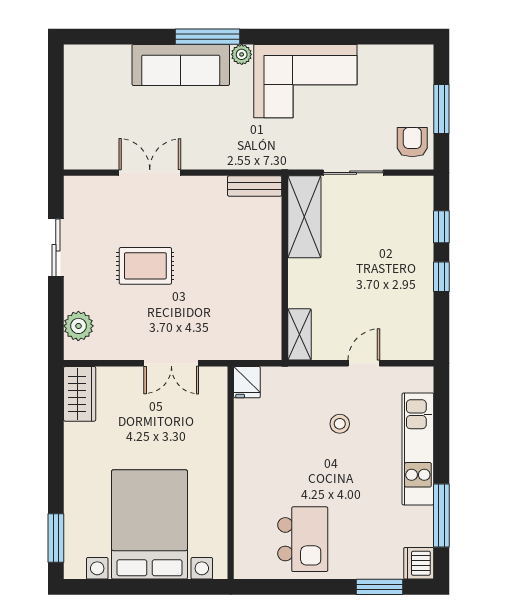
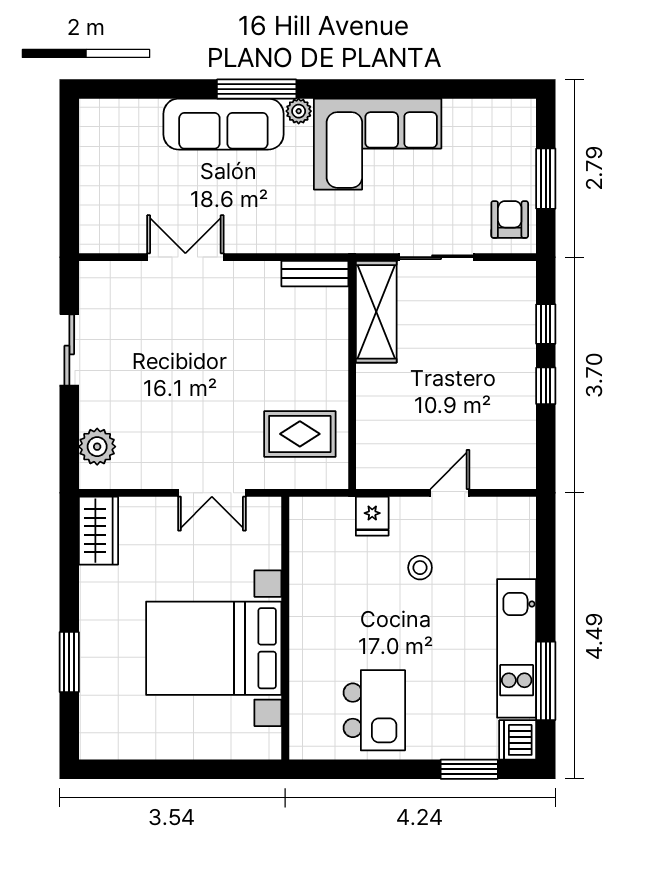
rug: (145, 266) -> (300, 434), moved
shelving: (299, 334) -> (370, 457), removed
fridge: (247, 382) -> (372, 516), moved
kitchen unit: (418, 449) -> (517, 648), moved
bed with nightstands: (150, 524) -> (214, 648), moved, turned -90
window: (56, 538) -> (69, 662), moved

